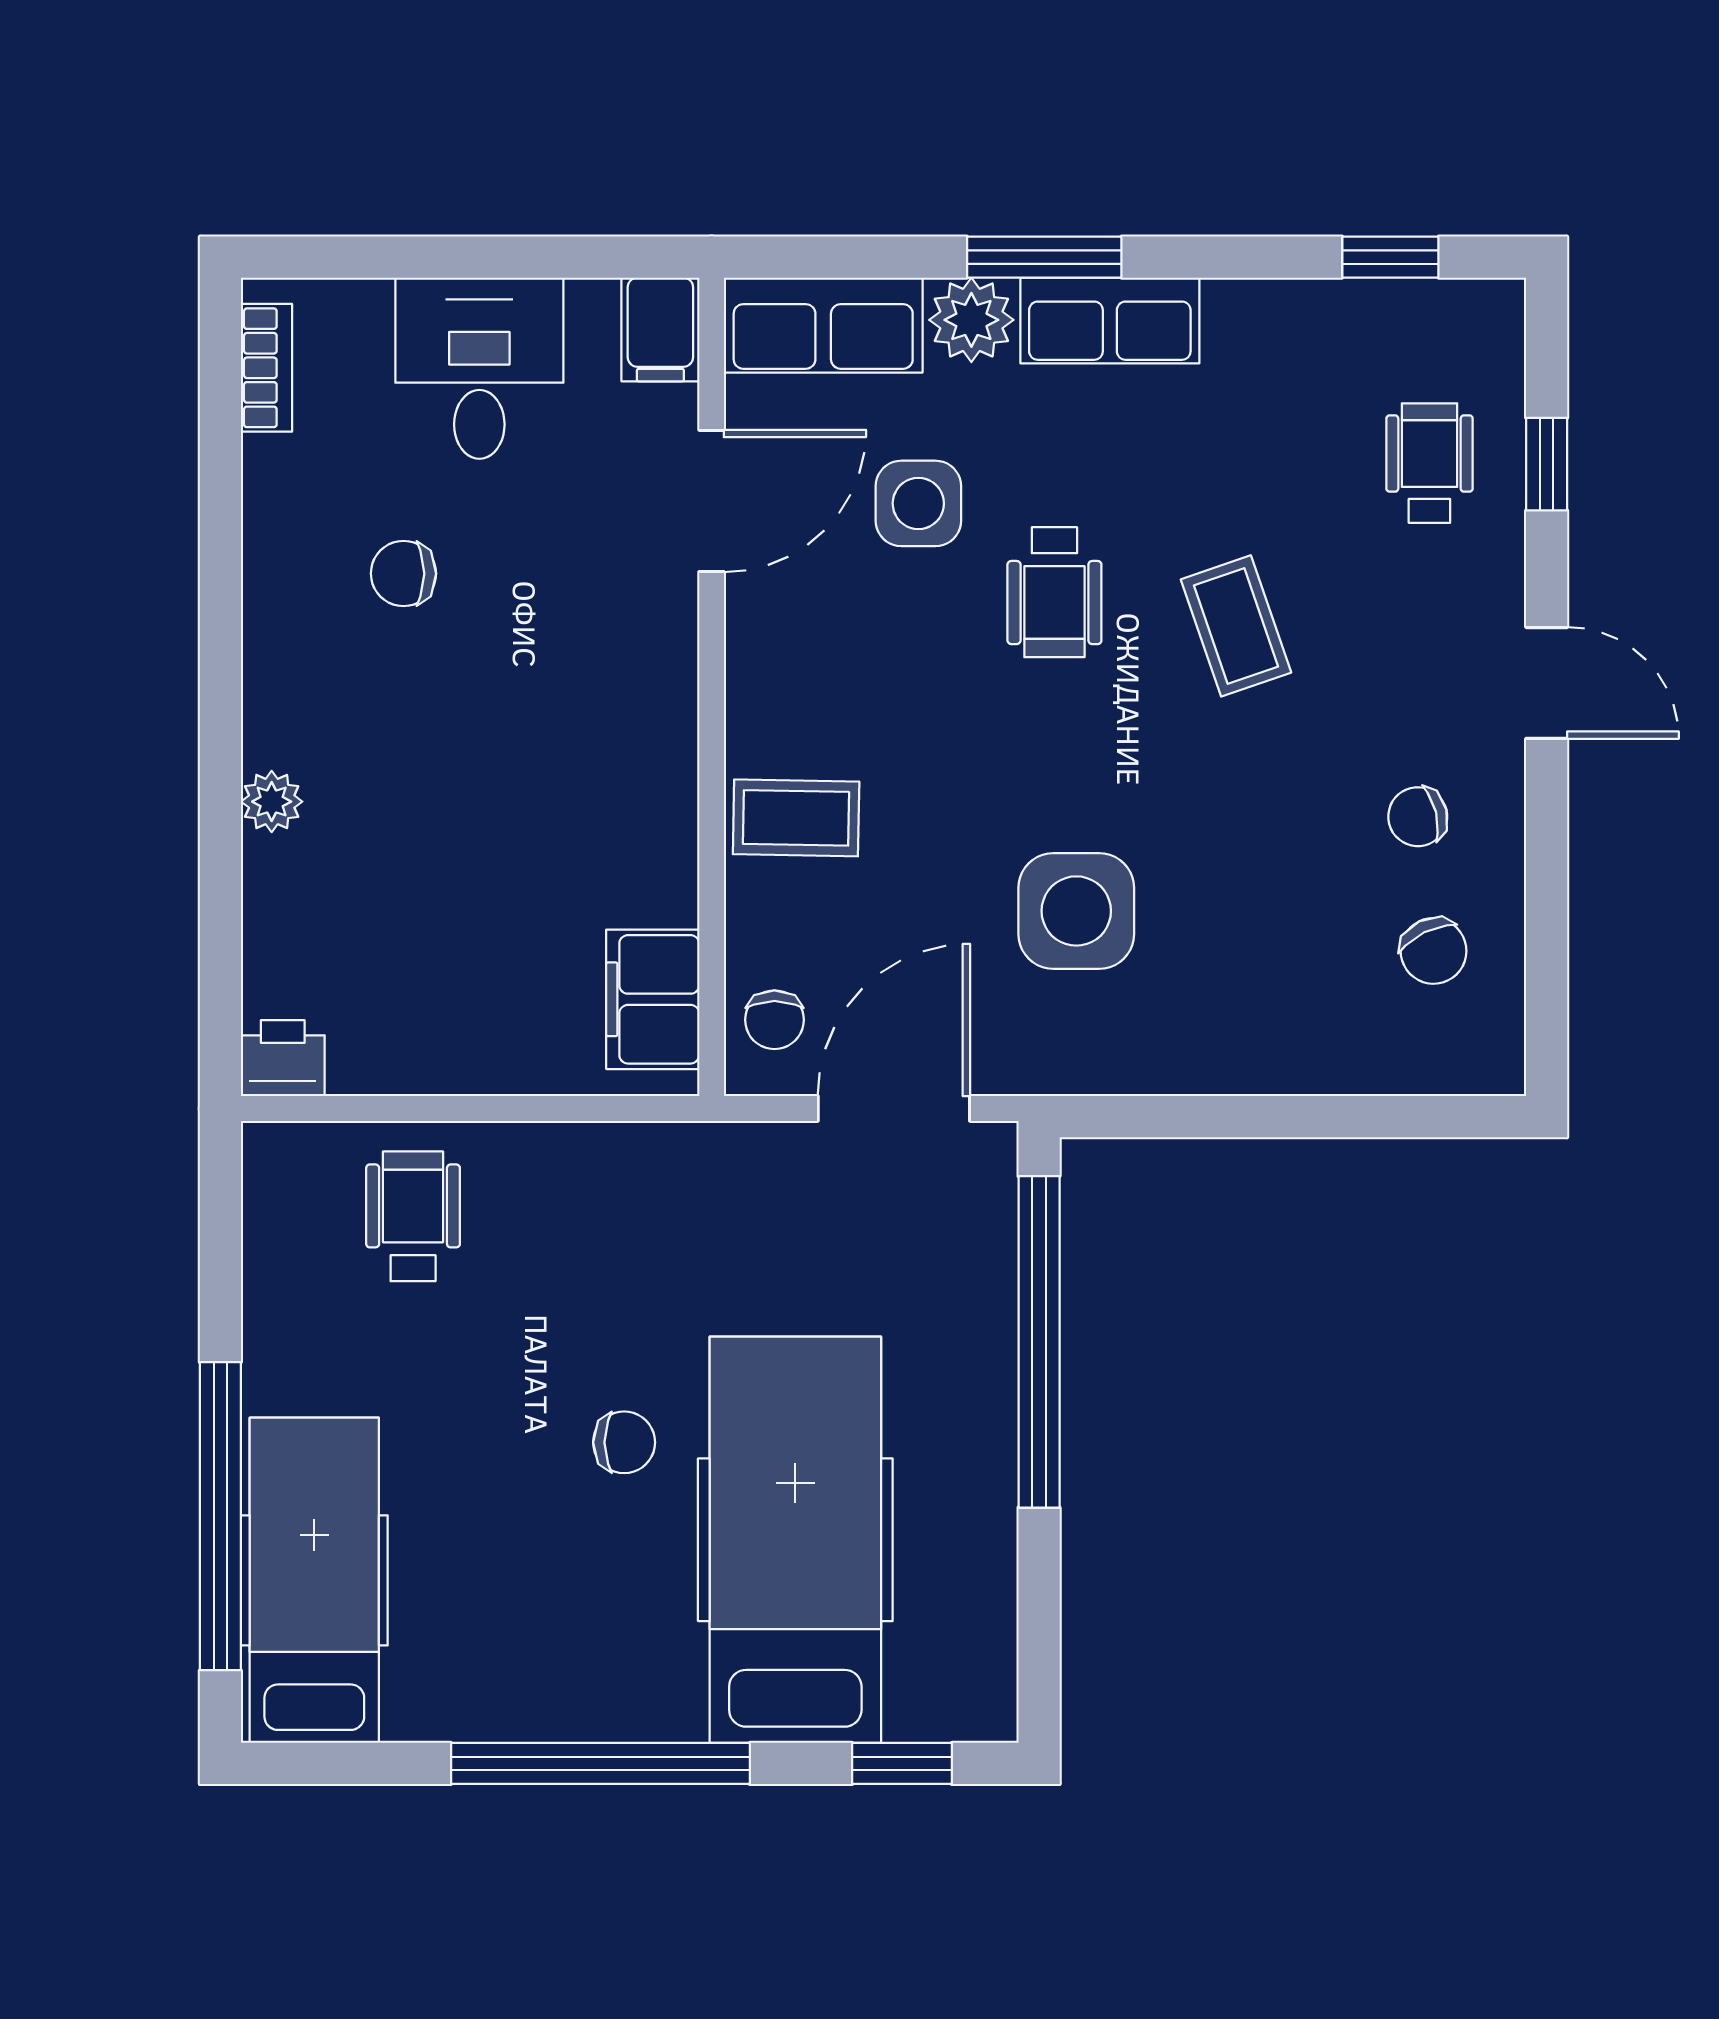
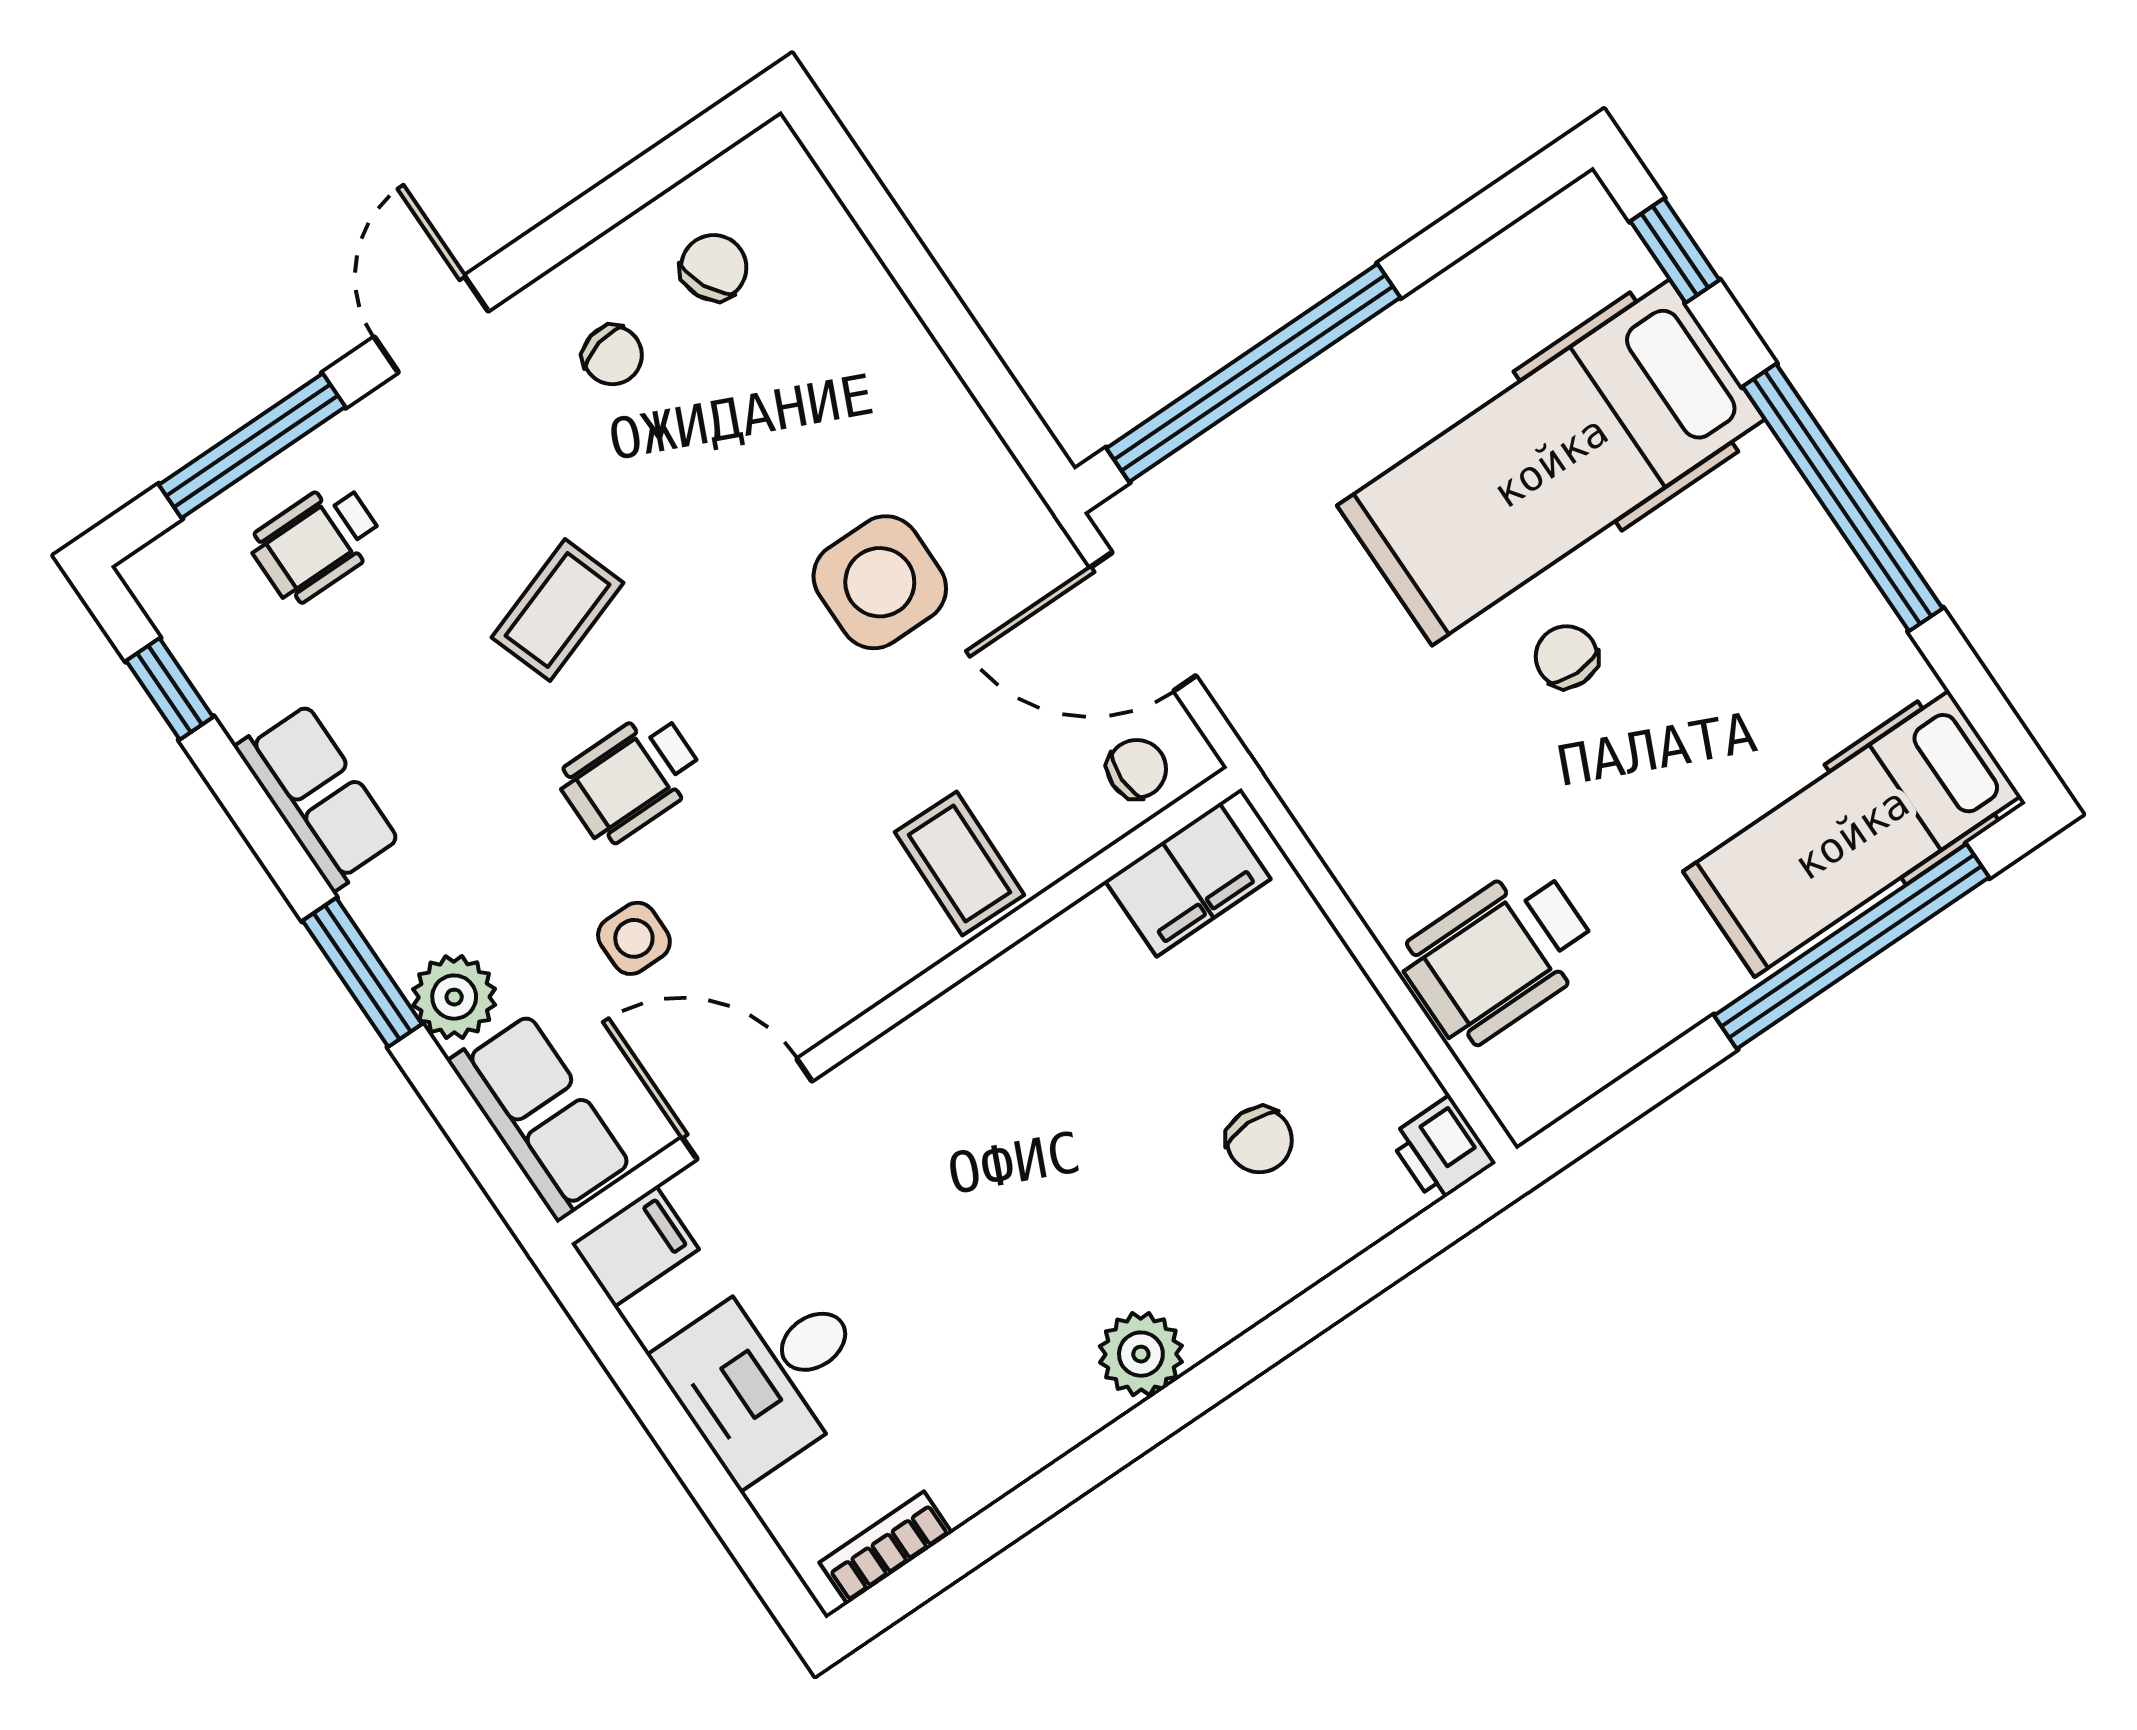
row of seats: (1110, 320) -> (318, 796), moved
window: (1547, 464) -> (252, 446), width x2.17
side table: (918, 503) -> (634, 938), width x0.73, depth x0.73
chair: (403, 574) -> (1259, 1140), moved
wheelchair: (1054, 592) -> (631, 778), turned 180
plant: (272, 802) -> (1141, 1354), moved, width x1.38, depth x1.38
wheelchair: (413, 1216) -> (1499, 955), width x1.36, depth x1.37

